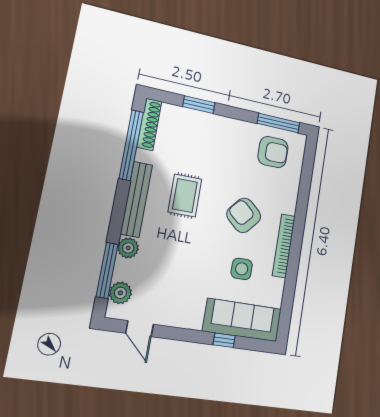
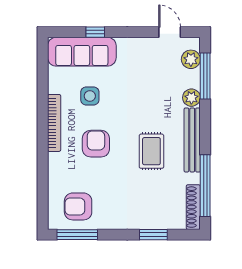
armchair: (244, 215) -> (96, 144), turned -131

